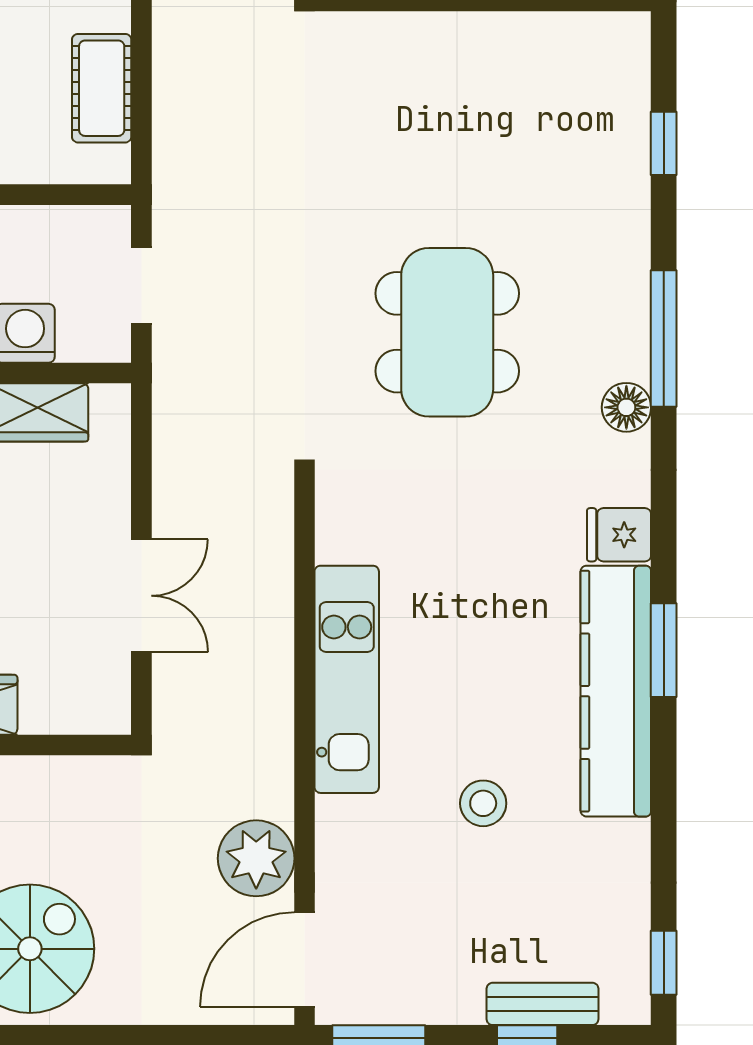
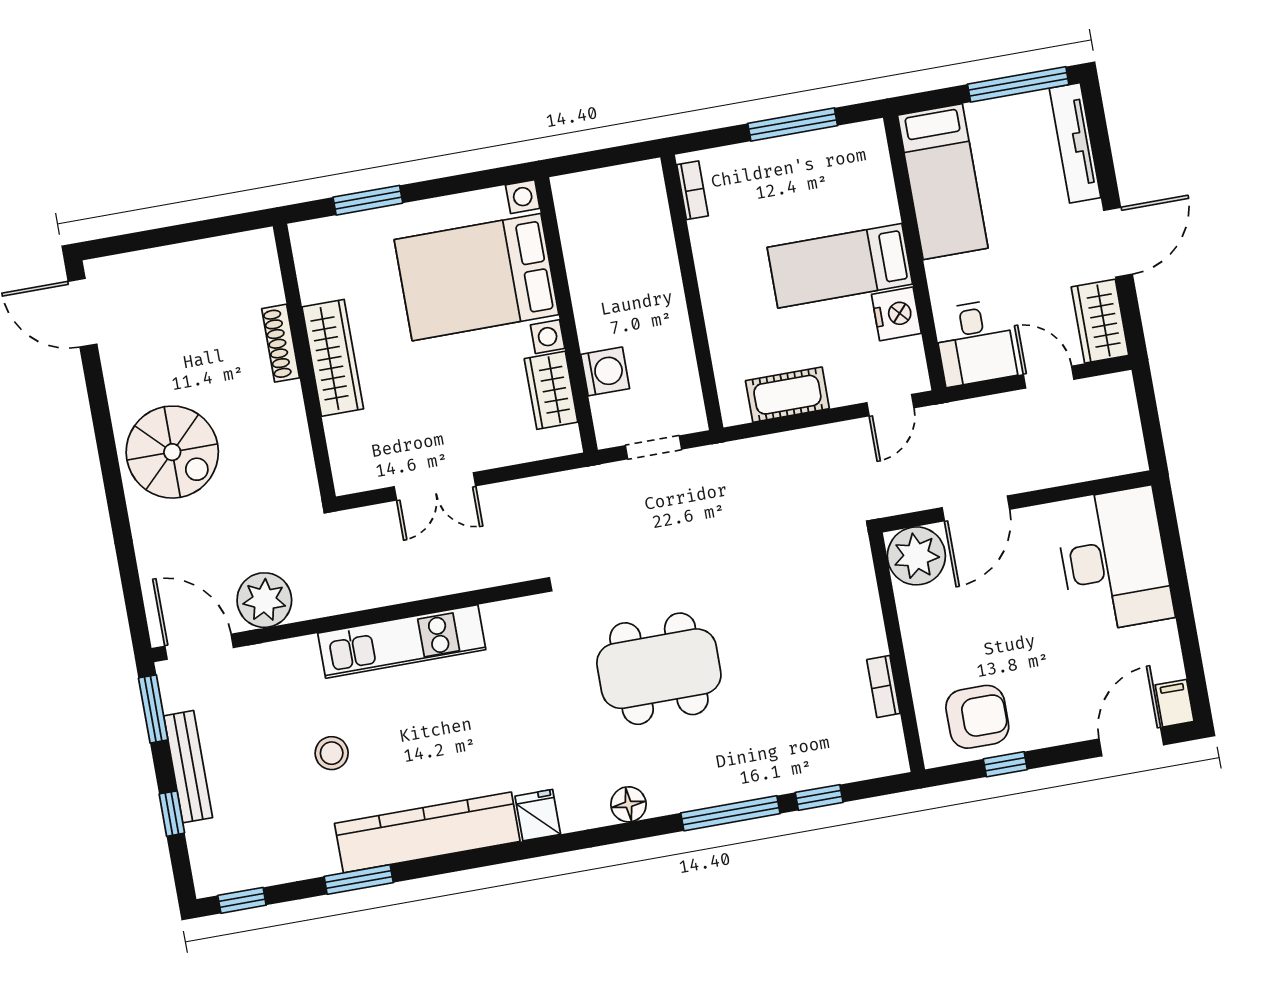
bookcase: (527, 28) -> (883, 686), added
window: (664, 338) -> (730, 813), moved
window: (664, 650) -> (359, 879), moved
bench: (543, 1004) -> (188, 767), moved, width x1.36

